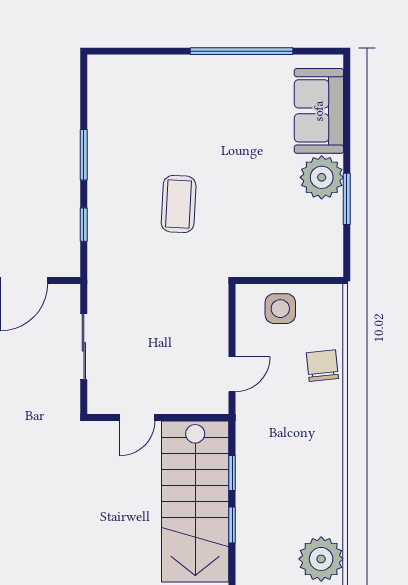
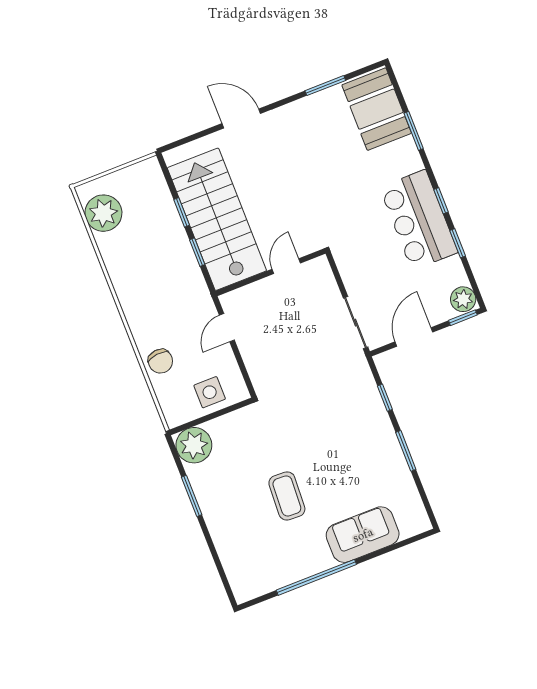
sofa: (319, 111) -> (363, 535), moved, turned -90
plant: (322, 177) -> (194, 445), moved
coffee table: (179, 204) -> (287, 496), moved
sliding door: (84, 347) -> (356, 323), moved

